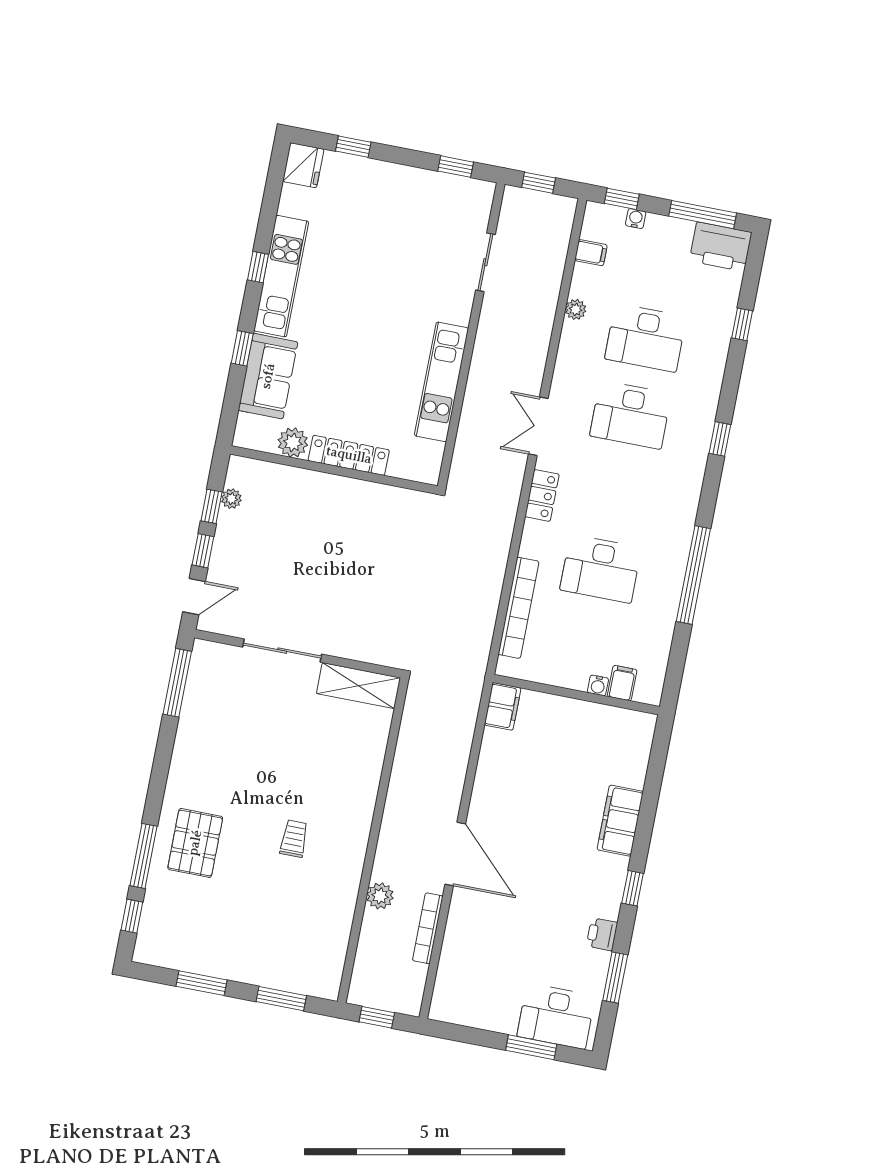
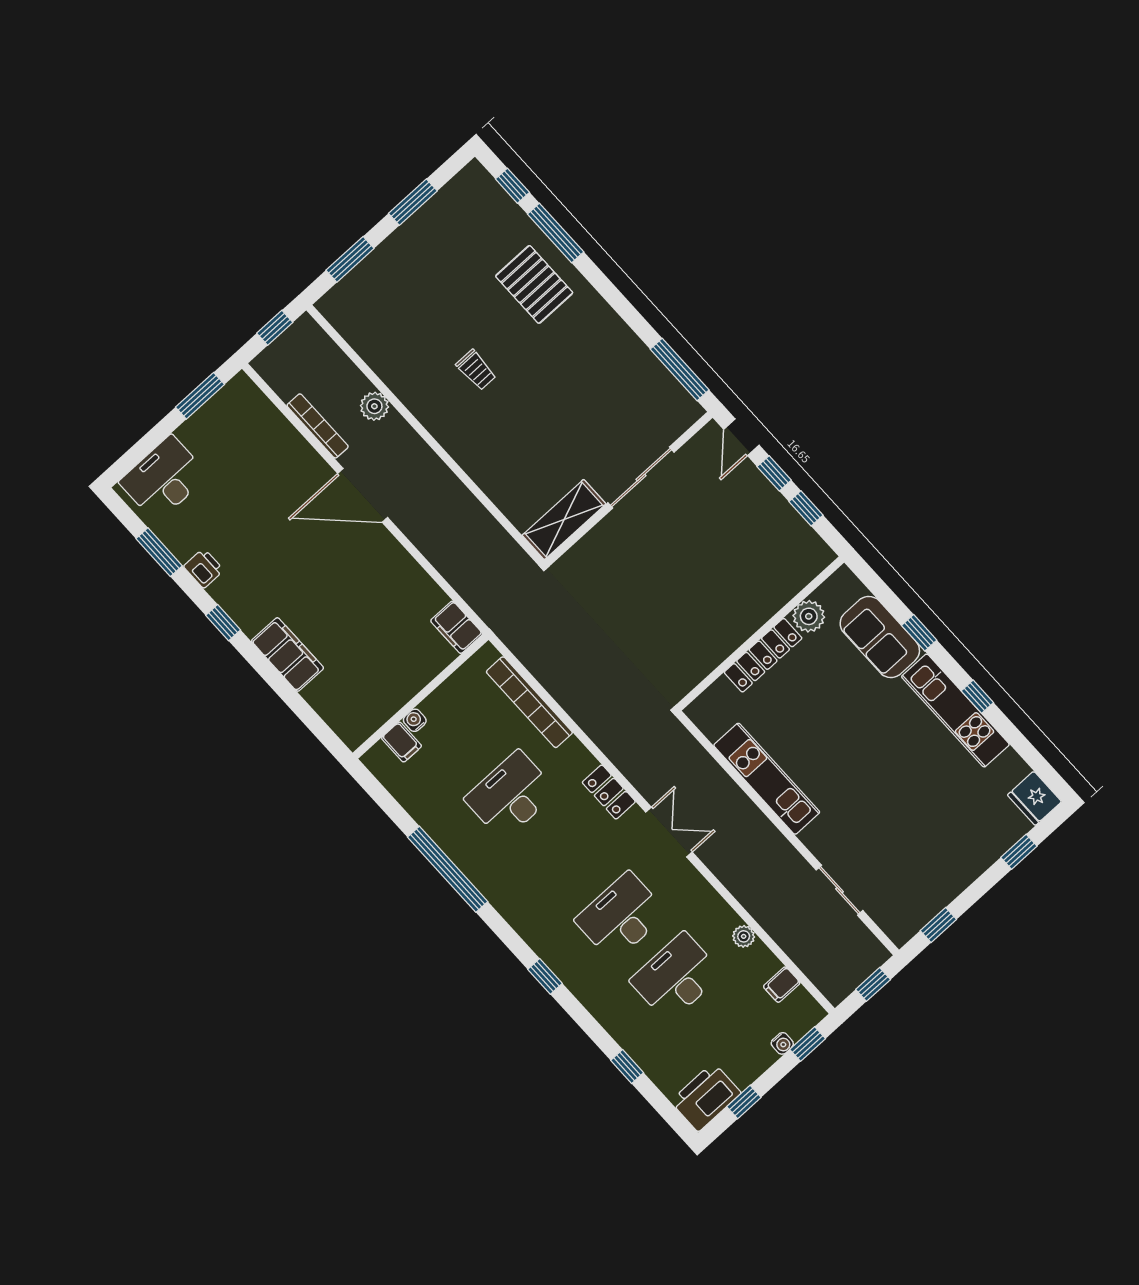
window: (703, 215) -> (744, 1102), width x0.46
plant: (231, 499) -> (800, 530), removed
window: (531, 1047) -> (200, 396), moved

